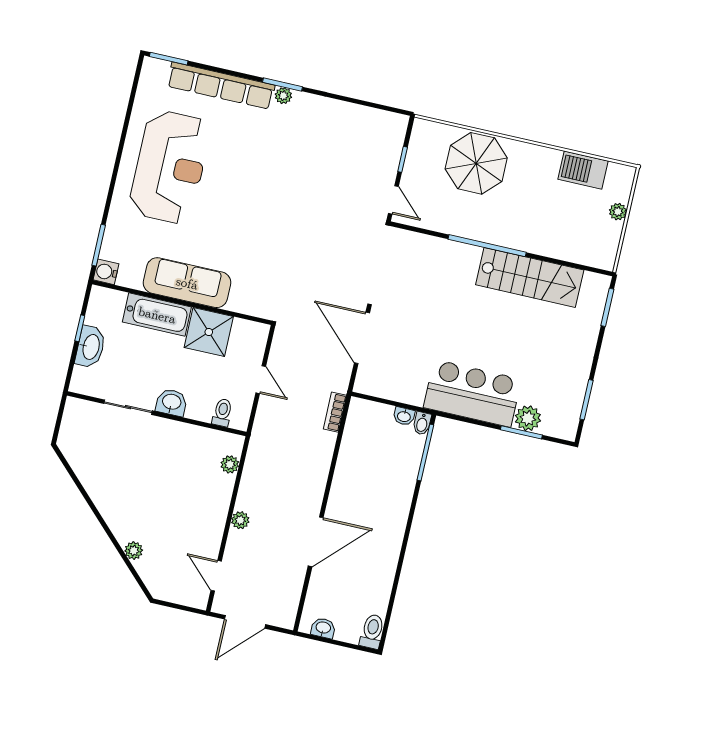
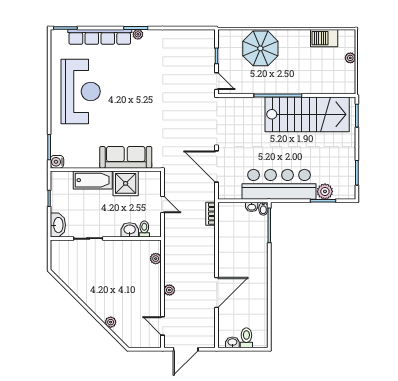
stairs: (530, 277) -> (307, 114), width x1.36, depth x1.51
sofa: (187, 283) -> (126, 157), moved
washbasin: (90, 347) -> (58, 225), moved
bar counter: (472, 393) -> (279, 184), width x1.36
washbasin: (172, 402) -> (130, 230), moved
toilet: (372, 631) -> (246, 338), moved

